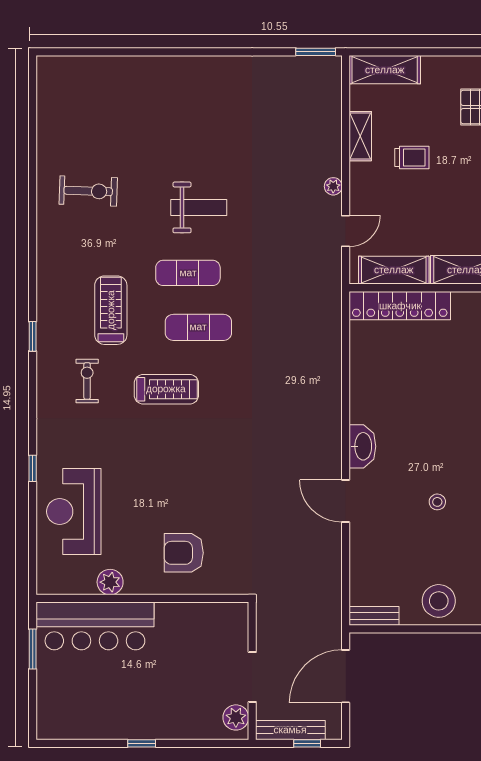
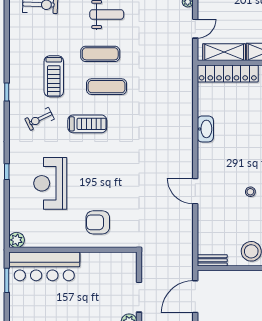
treadmill: (111, 310) -> (54, 76), turned 180
exercise bike: (87, 381) -> (40, 119), turned -116
washbasin: (362, 446) -> (205, 129), moved
reception desk: (74, 512) -> (50, 183), moved
plant: (110, 582) -> (17, 240), moved

